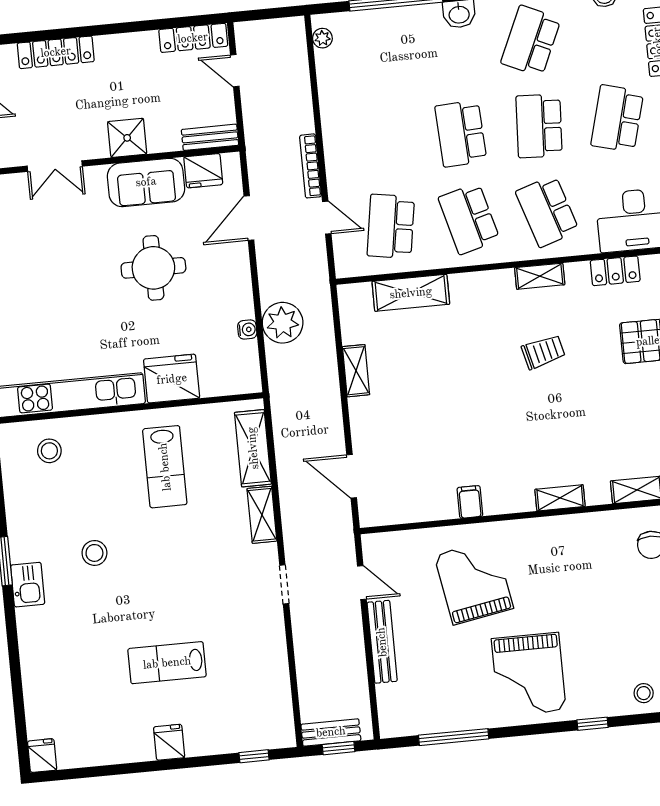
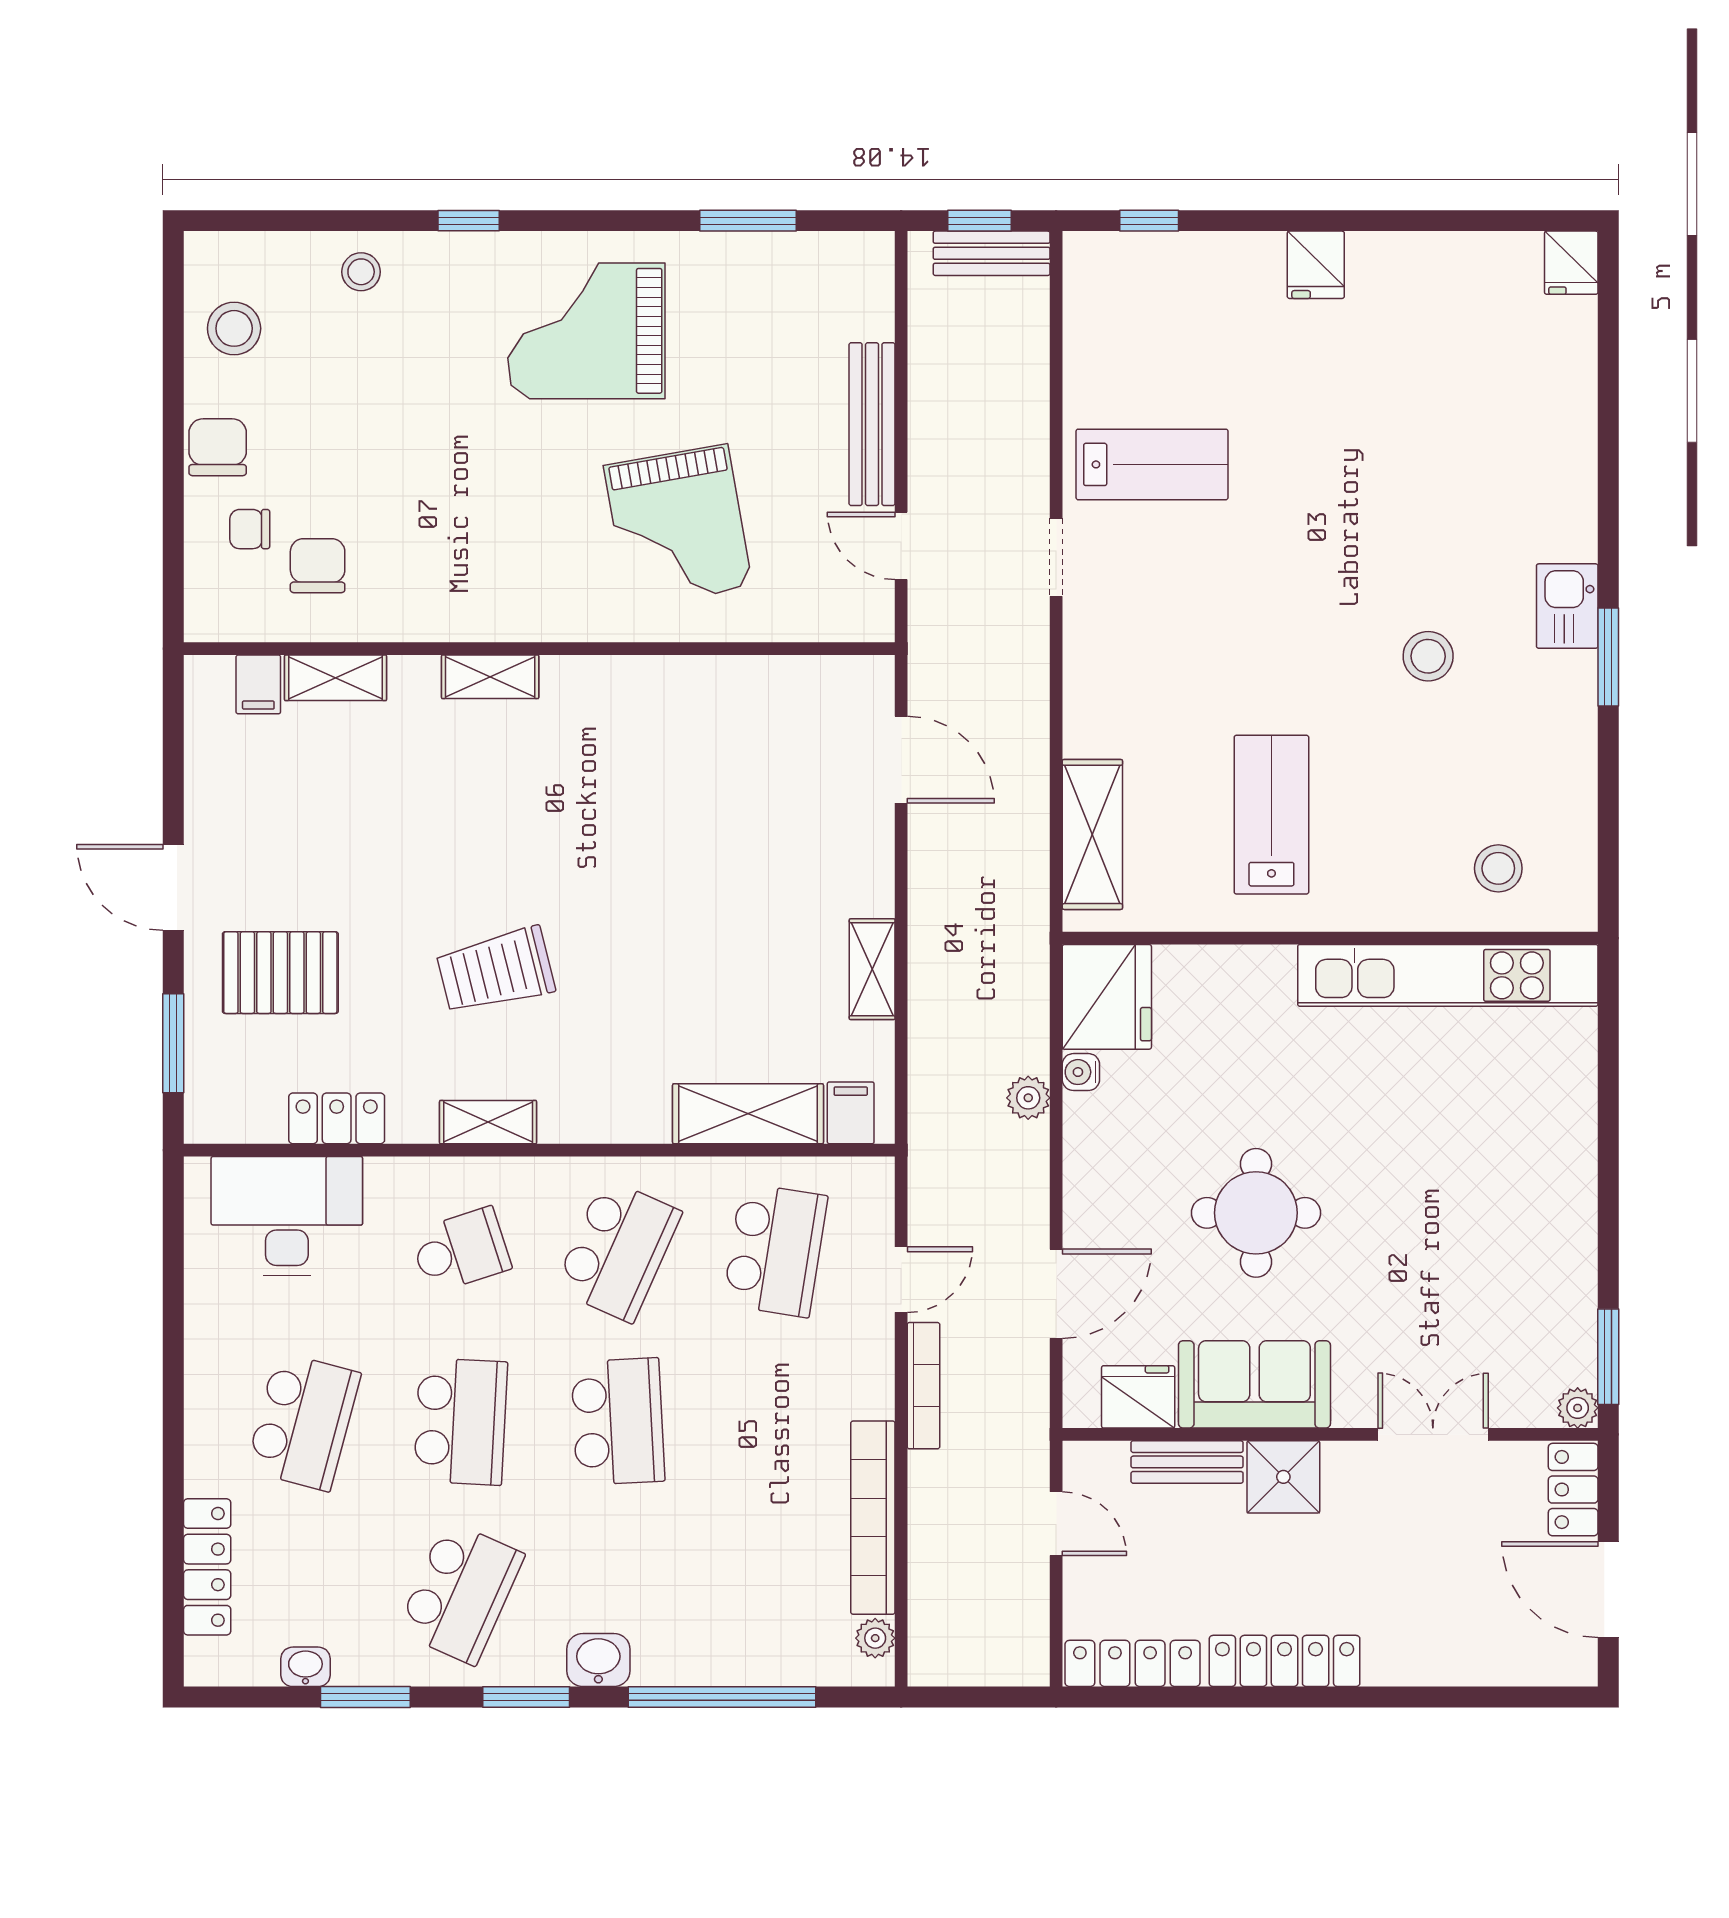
locker: (56, 52) -> (1285, 1661), moved
door: (235, 71) -> (1056, 1524), moved
bookcase: (329, 98) -> (873, 1518), added
bench: (210, 137) -> (1187, 1462), moved
school desk: (547, 211) -> (461, 1250), width x0.54
door: (327, 218) -> (901, 1280), swing flipped
school desk: (469, 219) -> (618, 1250), turned 39
plant: (283, 323) -> (1028, 1098), width x0.53, depth x0.53
trolley: (543, 352) -> (496, 971), width x1.36, depth x1.39
fridge: (172, 379) -> (1107, 997), moved, turned -90
filing cabinet: (470, 502) -> (851, 1113), moved, turned 180
shelving: (262, 515) -> (1087, 700), removed
lab bench: (167, 663) -> (1152, 464), moved
grand piano: (529, 675) -> (586, 331), turned -90
window: (454, 737) -> (748, 221), width x0.69

